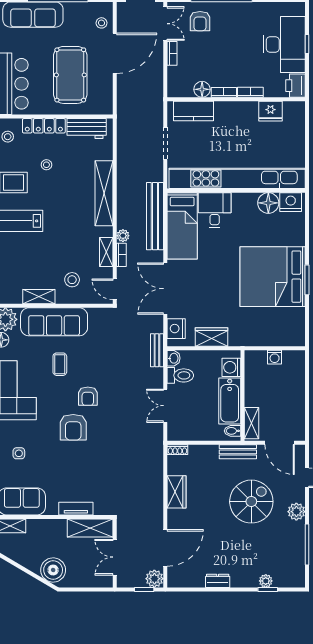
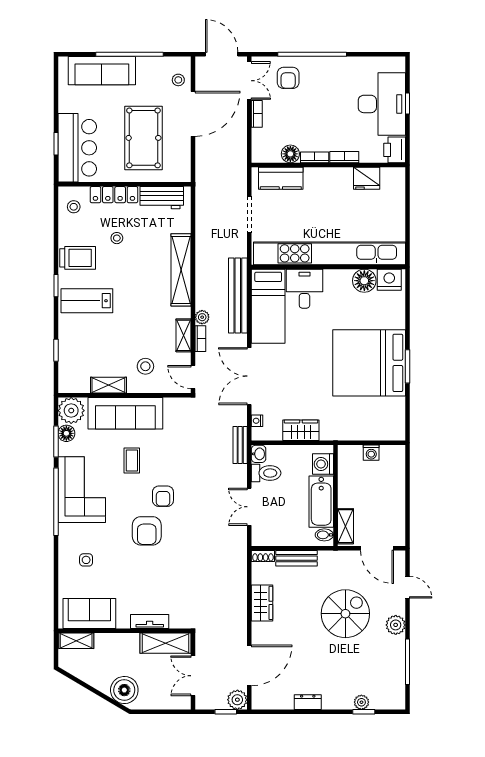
nightstand: (176, 329) -> (257, 421), width x0.53, depth x0.56
bench: (238, 452) -> (296, 558), moved

